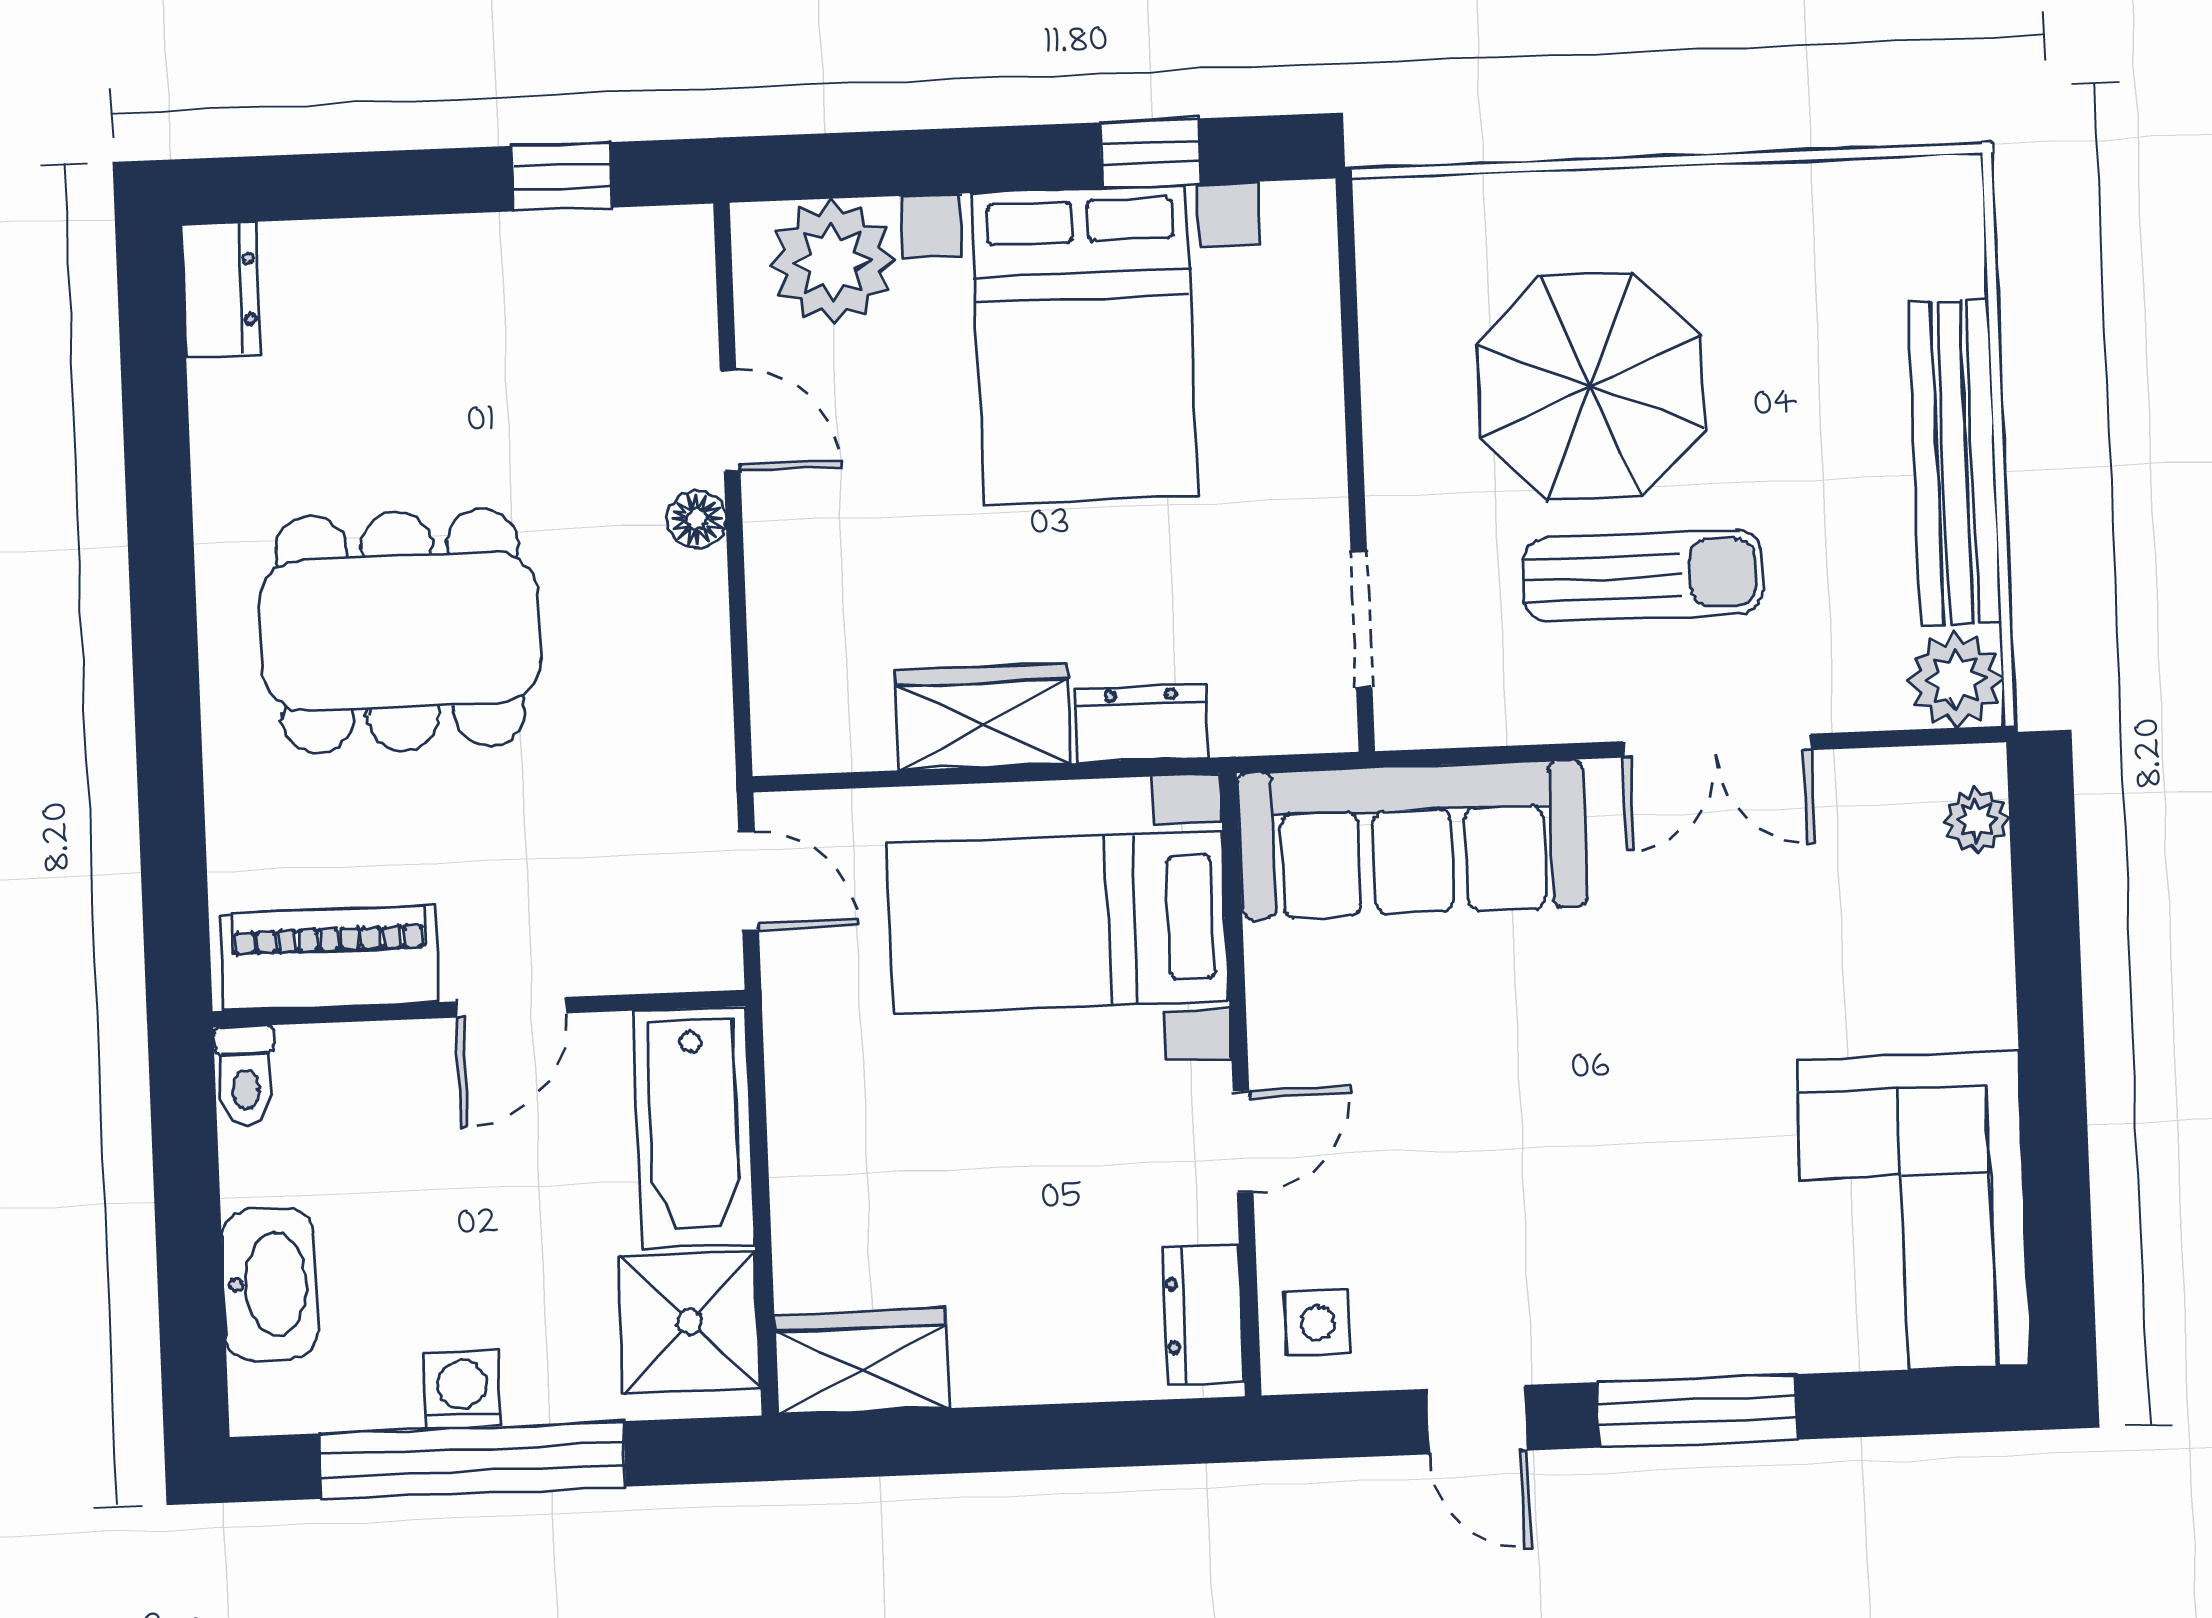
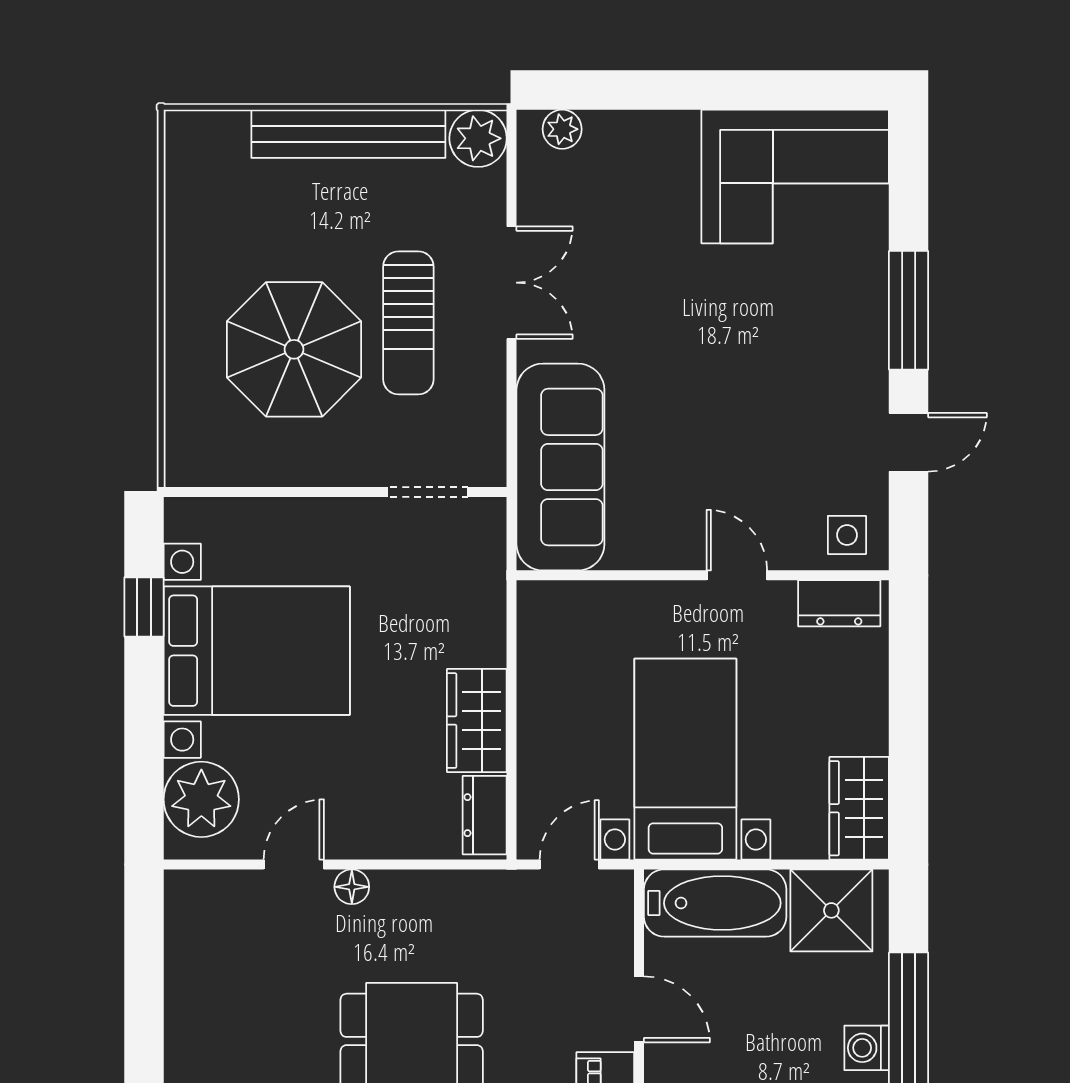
window: (562, 177) -> (144, 959), removed
sun lounger: (1643, 576) -> (408, 323), turned 180
dresser: (1142, 724) -> (485, 815), moved
bed with nightstands: (1058, 922) -> (685, 759), moved, turned 180

